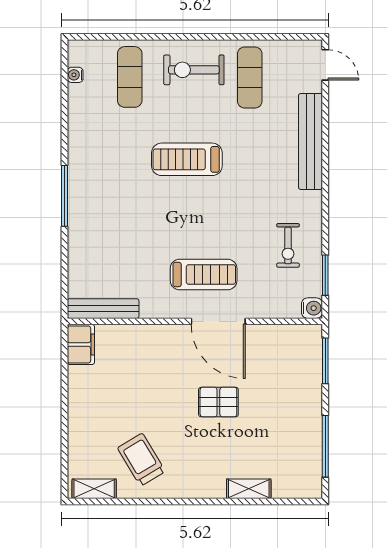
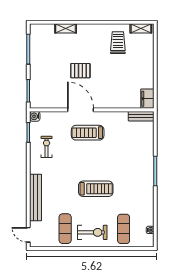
bench: (103, 309) -> (141, 116), width x0.73
trolley: (141, 460) -> (118, 43), turned -149

